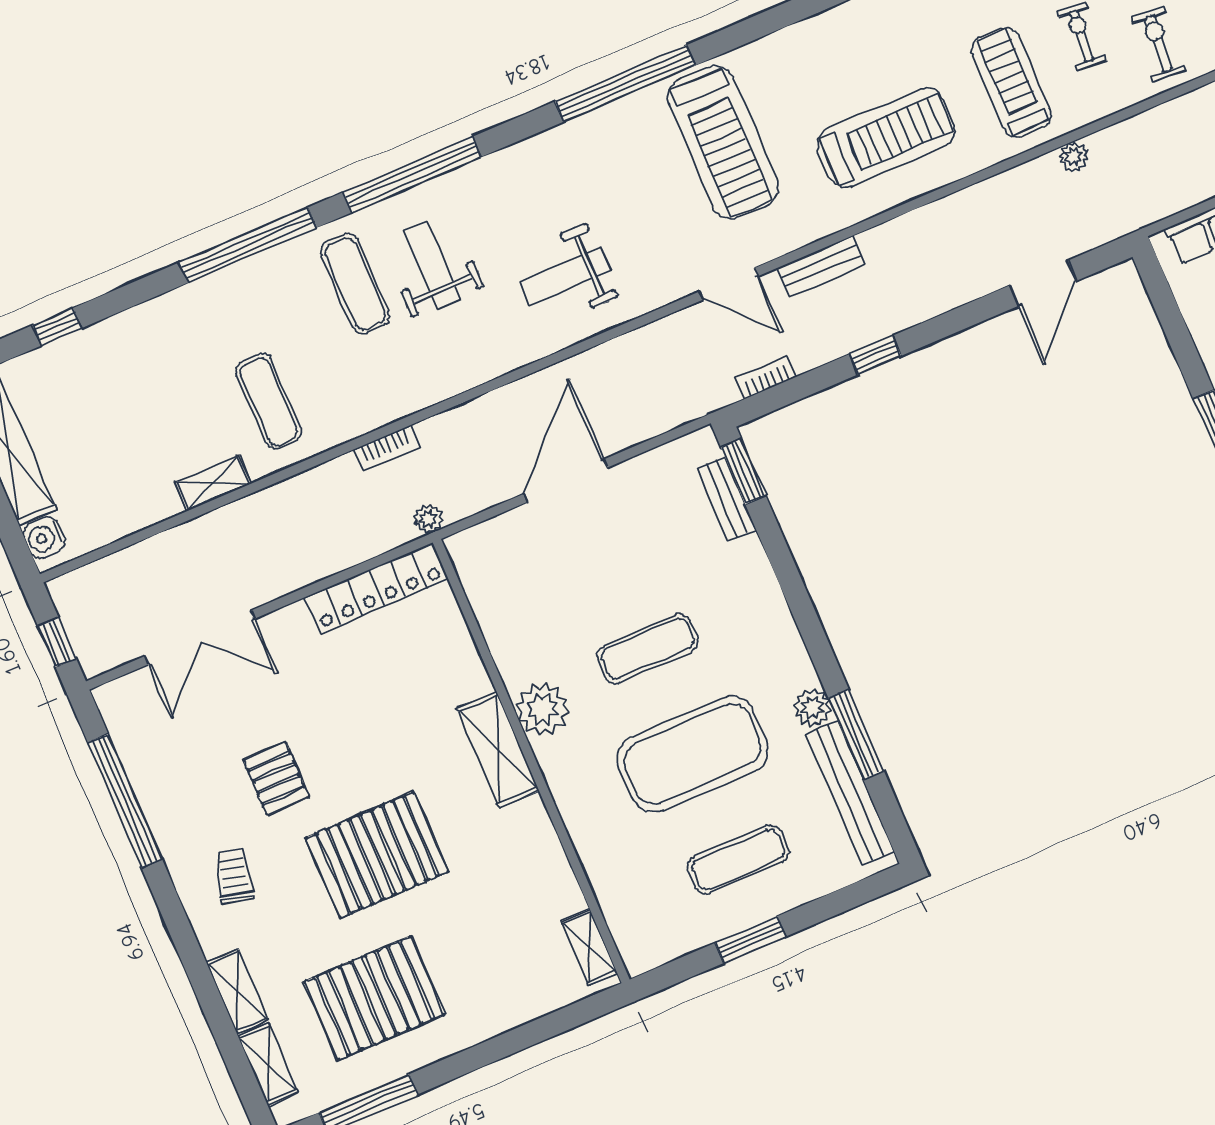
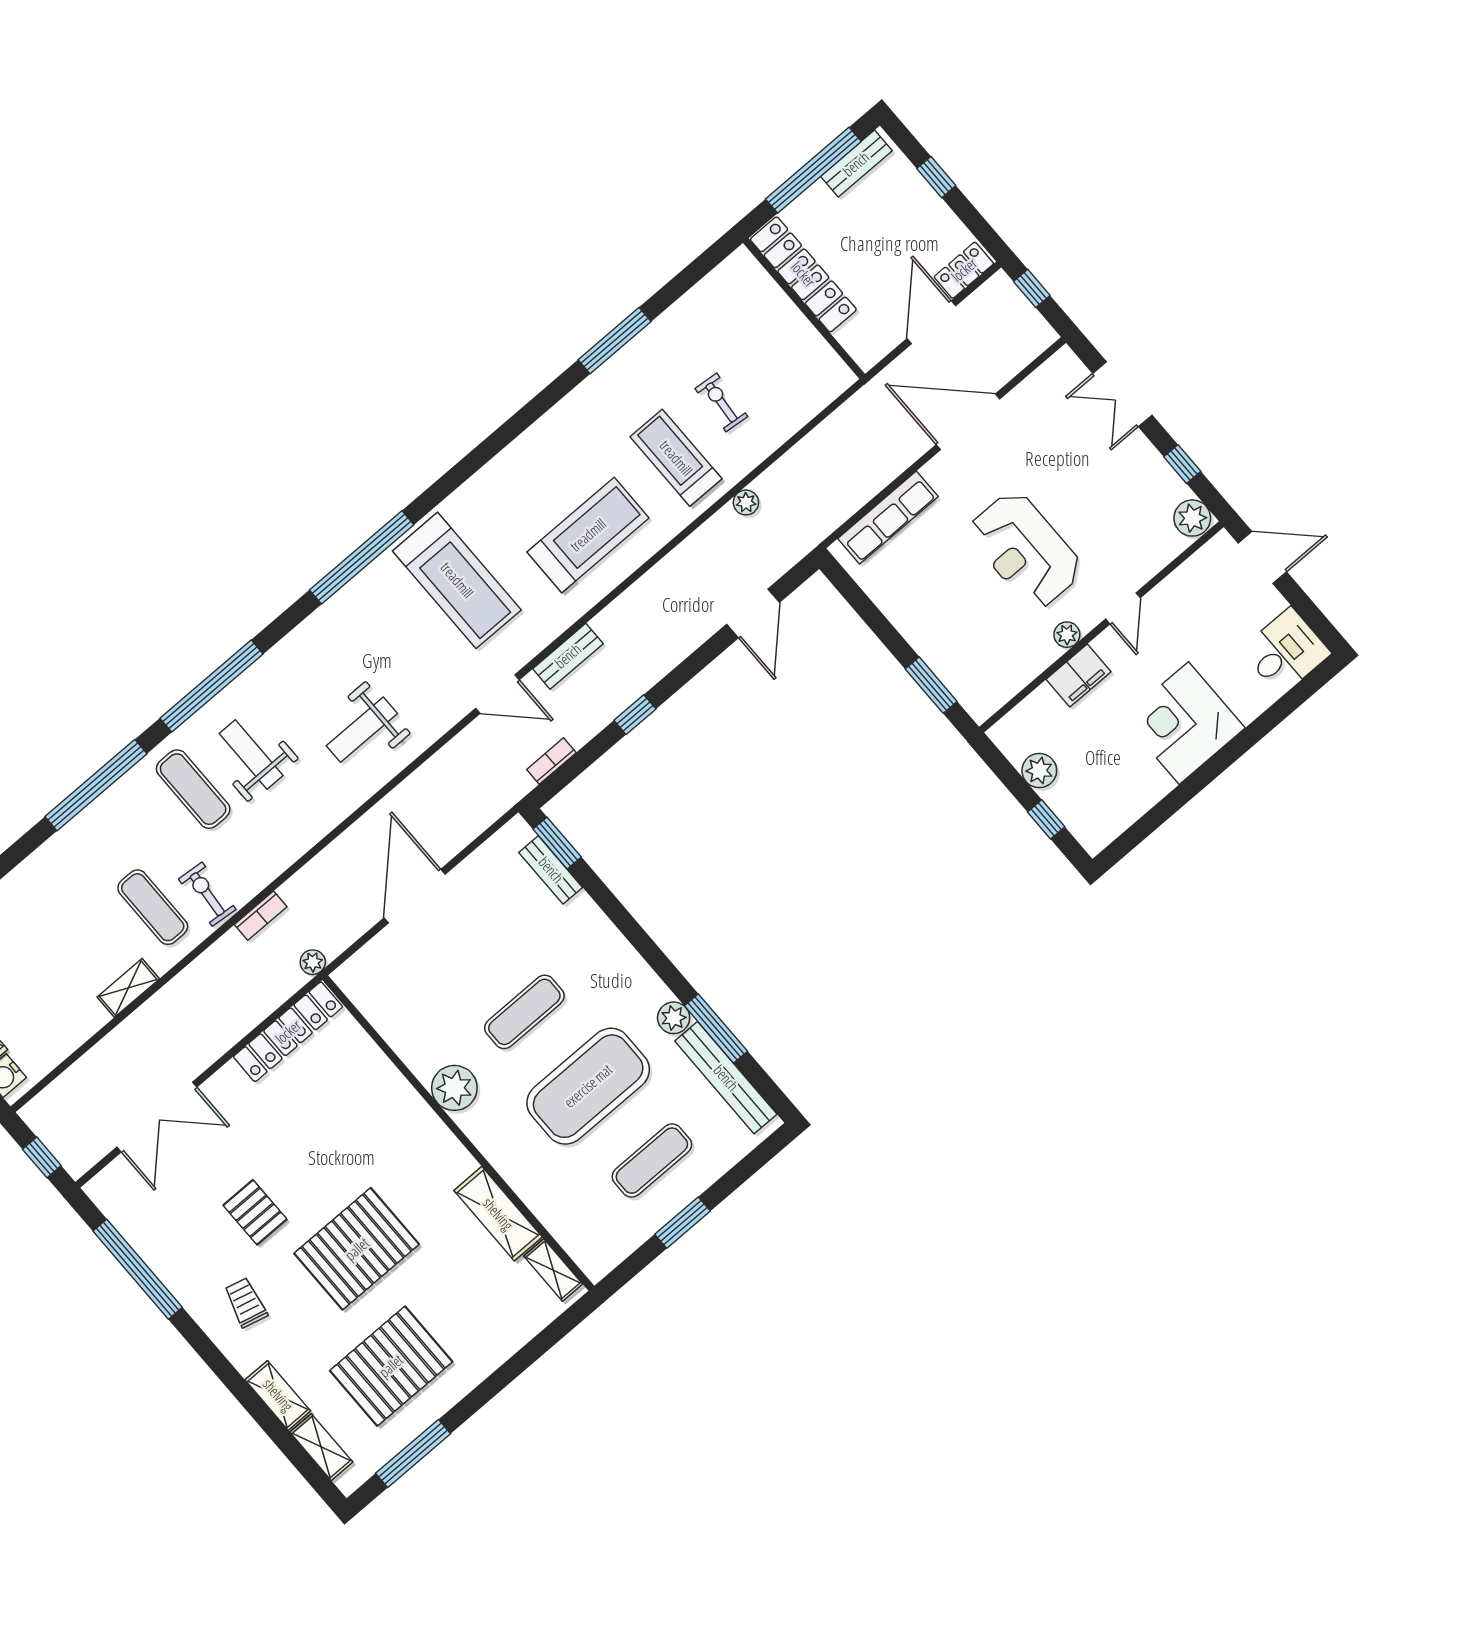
exercise bike: (1159, 44) -> (207, 894), moved
shelving: (498, 749) -> (498, 1214), moved

